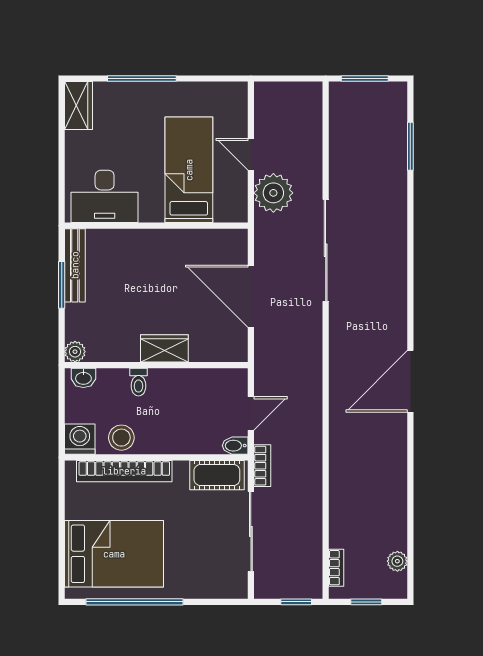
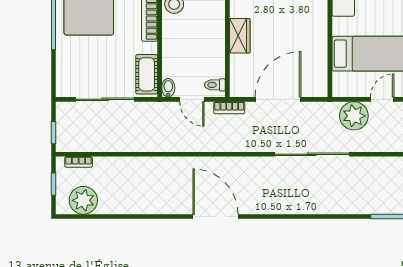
toilet: (139, 382) -> (215, 85), moved
bookcase: (262, 466) -> (229, 108), moved
plant: (397, 561) -> (83, 200), width x1.87, depth x1.87

